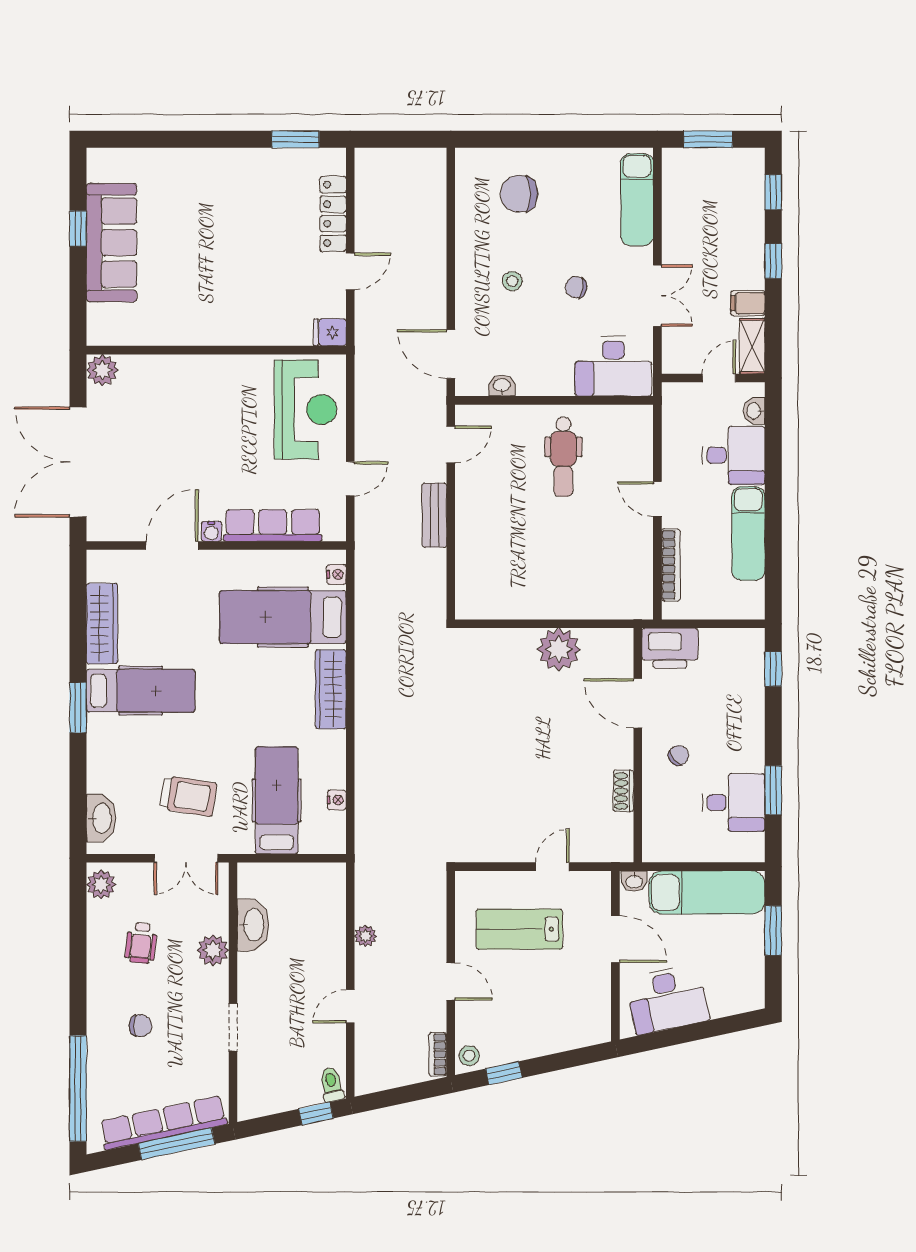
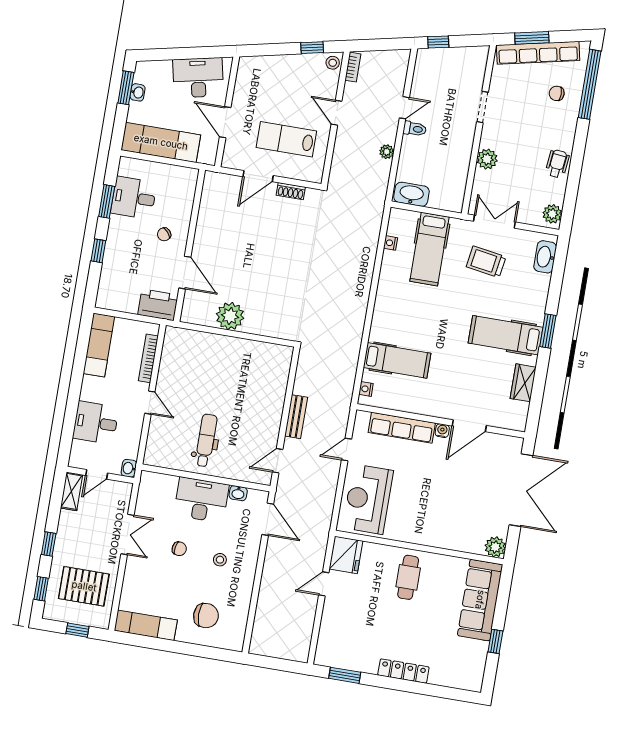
window: (708, 139) -> (77, 630), width x0.67
exam couch: (637, 200) -> (146, 625), moved, turned -90
pallet: (710, 207) -> (84, 586), added
locker: (333, 214) -> (403, 671), moved, turned -90
sofa: (112, 243) -> (480, 600), moved
double door: (657, 296) -> (128, 534), swing flipped
cafe table: (225, 302) -> (408, 577), added
filing cabinet: (748, 303) -> (70, 520), removed
fridge: (330, 332) -> (346, 555), width x1.88, depth x1.34
desk: (613, 366) -> (201, 500), moved
washbasin: (754, 411) -> (129, 468), moved, turned 180
exam couch: (748, 533) -> (99, 345), moved
hospital bed: (283, 617) -> (397, 360), width x0.73, depth x0.78
wardrobe: (102, 624) -> (523, 383), width x0.67
window: (773, 669) -> (98, 251), moved
wardrobe: (331, 689) -> (382, 315), removed
shoe rack: (623, 791) -> (291, 191), moved, turned 90
door: (552, 867) -> (258, 176), width x1.38
washbasin: (634, 881) -> (138, 92), moved, turned 90
washbasin: (253, 925) -> (411, 194), moved, turned 90
lab bench: (519, 929) -> (286, 139), turned 180
window: (773, 931) -> (126, 88), moved
wheelchair: (141, 943) -> (557, 164), moved
chair: (140, 1026) -> (557, 93), moved
toilet: (332, 1084) -> (415, 129), moved, turned -78
window: (177, 1144) -> (532, 38), width x0.69

